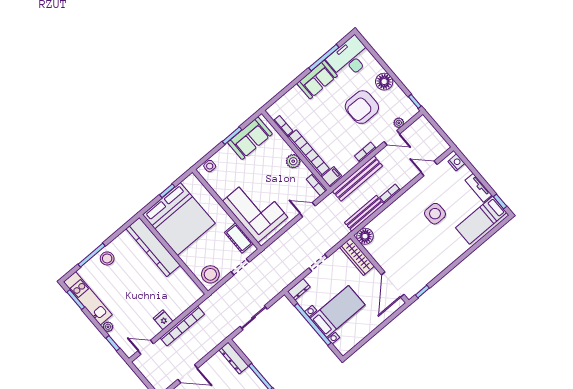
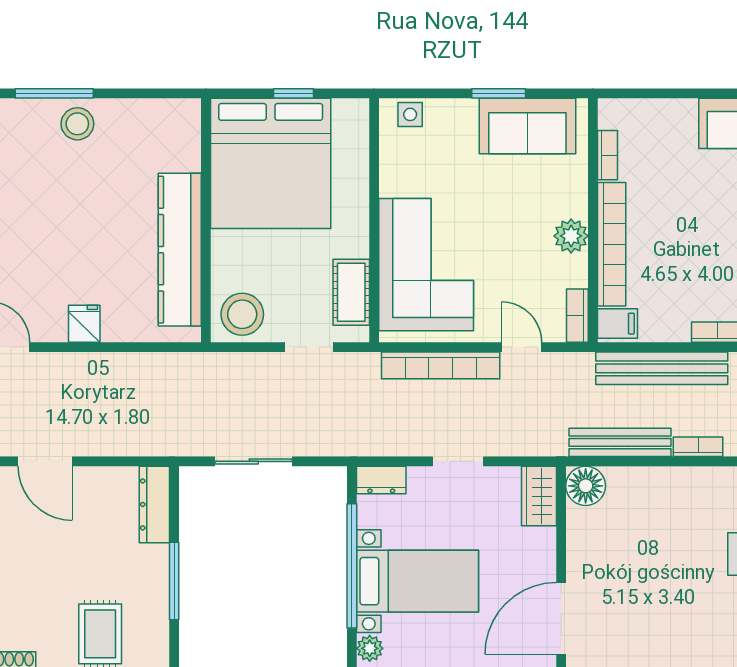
kitchen counter: (153, 247) -> (180, 250), moved
wardrobe: (357, 257) -> (539, 496), width x0.67
bookcase: (182, 326) -> (441, 365), moved
plant: (340, 346) -> (370, 648), added

